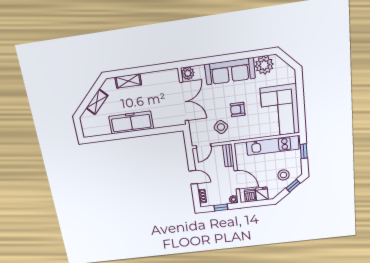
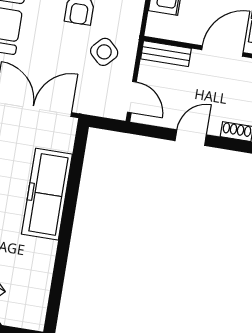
freezer: (131, 122) -> (47, 194), moved

